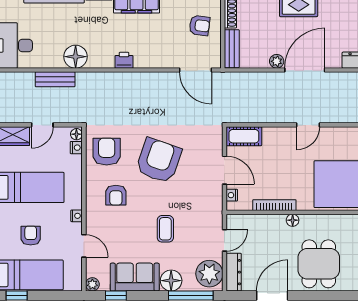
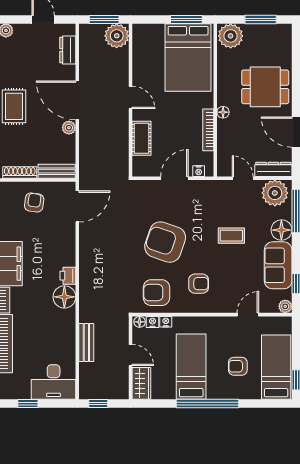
floor lamp: (76, 57) -> (64, 297), moved
cot: (244, 136) -> (142, 138), moved
nightstand: (77, 216) -> (166, 322), moved

